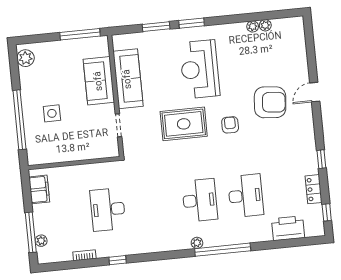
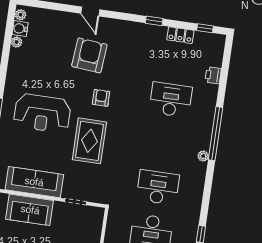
water cooler: (280, 25) -> (20, 29), added
plant: (253, 26) -> (20, 15), moved
armchair: (230, 125) -> (101, 98), turned 90
desk: (200, 200) -> (158, 187), moved
printer: (288, 228) -> (213, 75), width x0.53, depth x0.68

